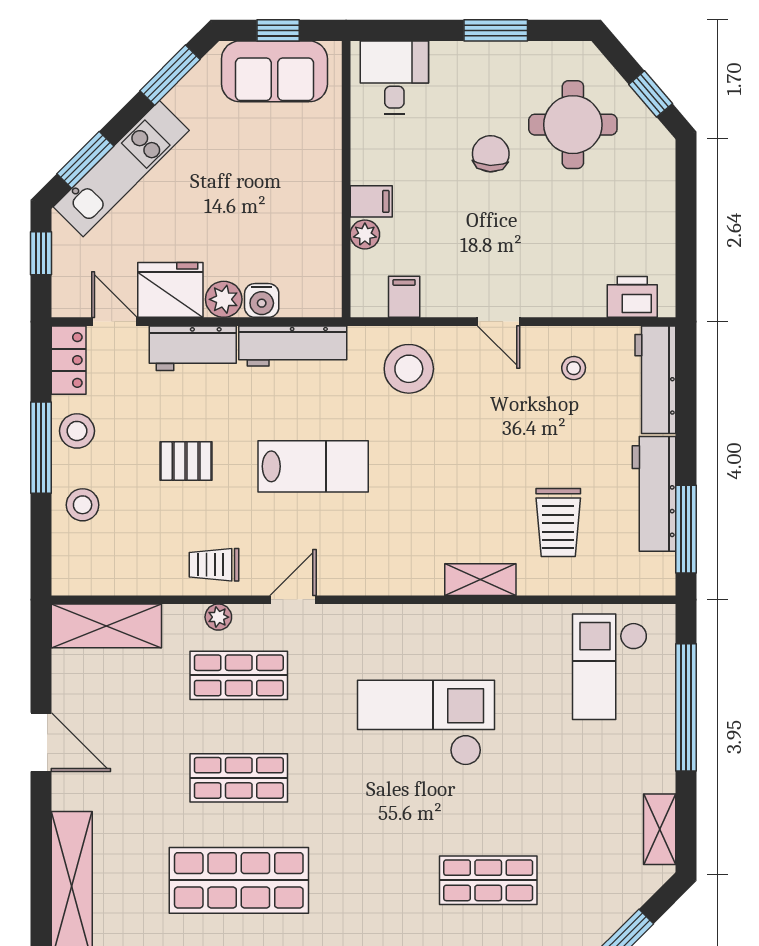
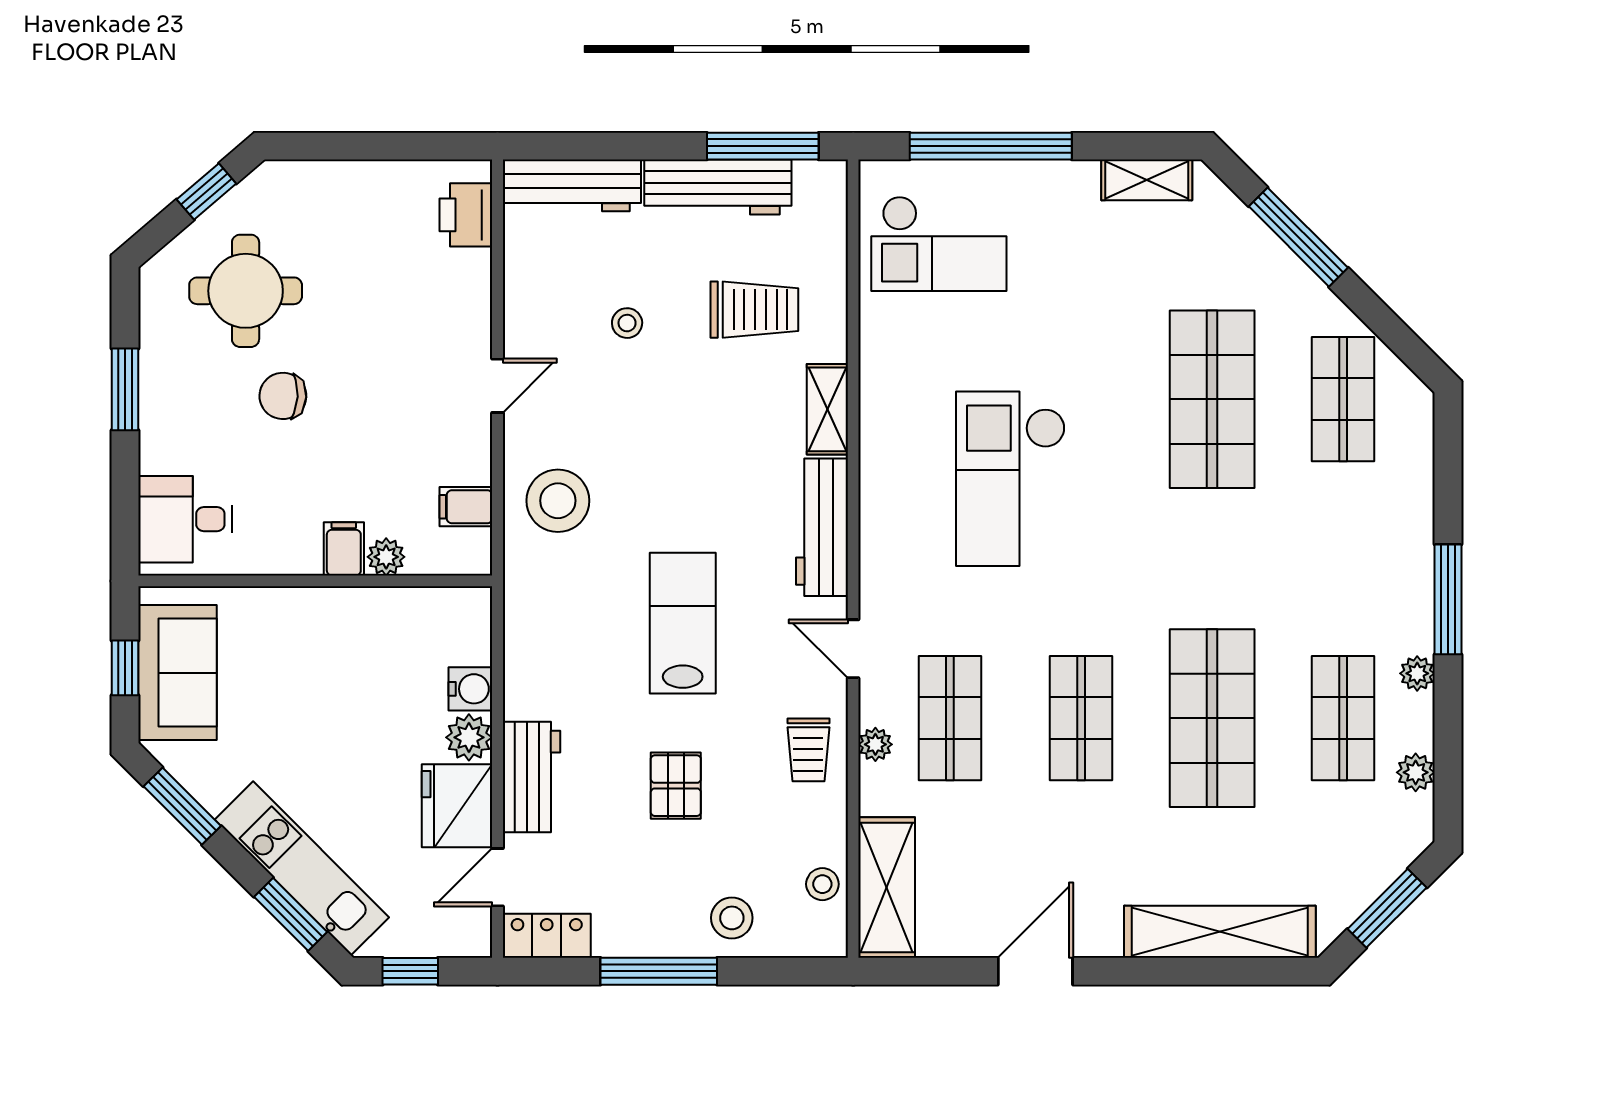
workbench: (293, 346) -> (822, 527), moved, turned 180
stool: (574, 368) -> (627, 323), moved
stool: (77, 431) -> (822, 884), moved, width x0.73, depth x0.73
shop shelf: (488, 880) -> (1212, 399), width x1.43, depth x1.36

